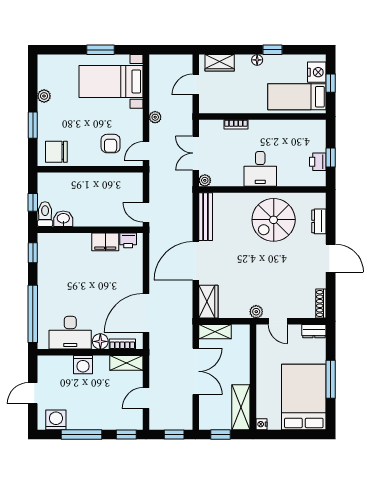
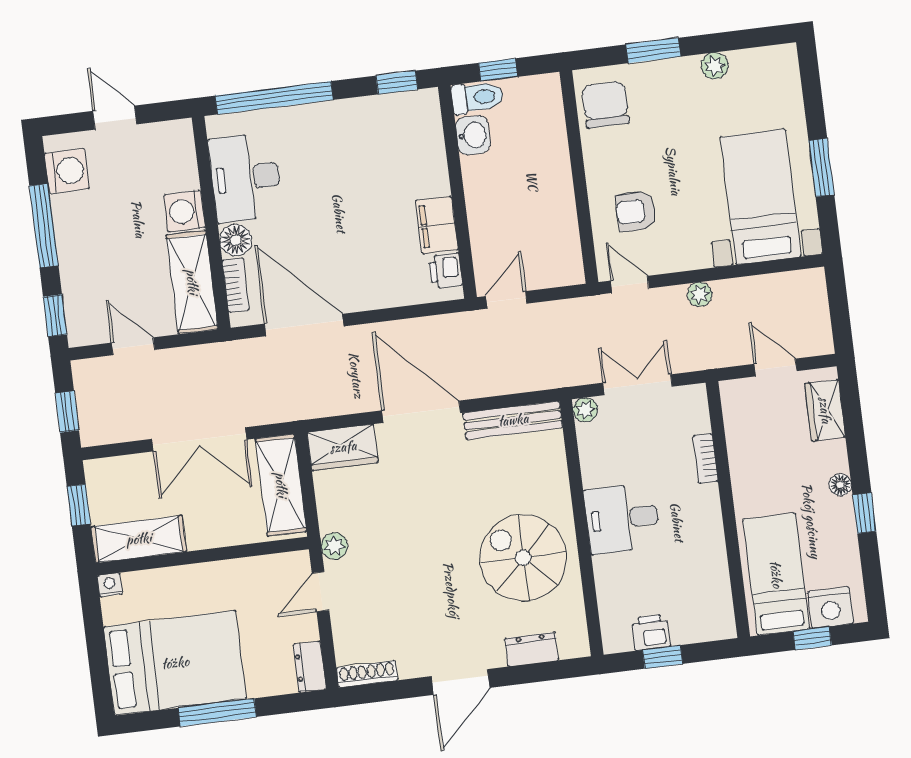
shelving: (215, 332) -> (281, 485), width x1.50, depth x1.33
shelving: (126, 363) -> (192, 282), width x1.50, depth x1.33

